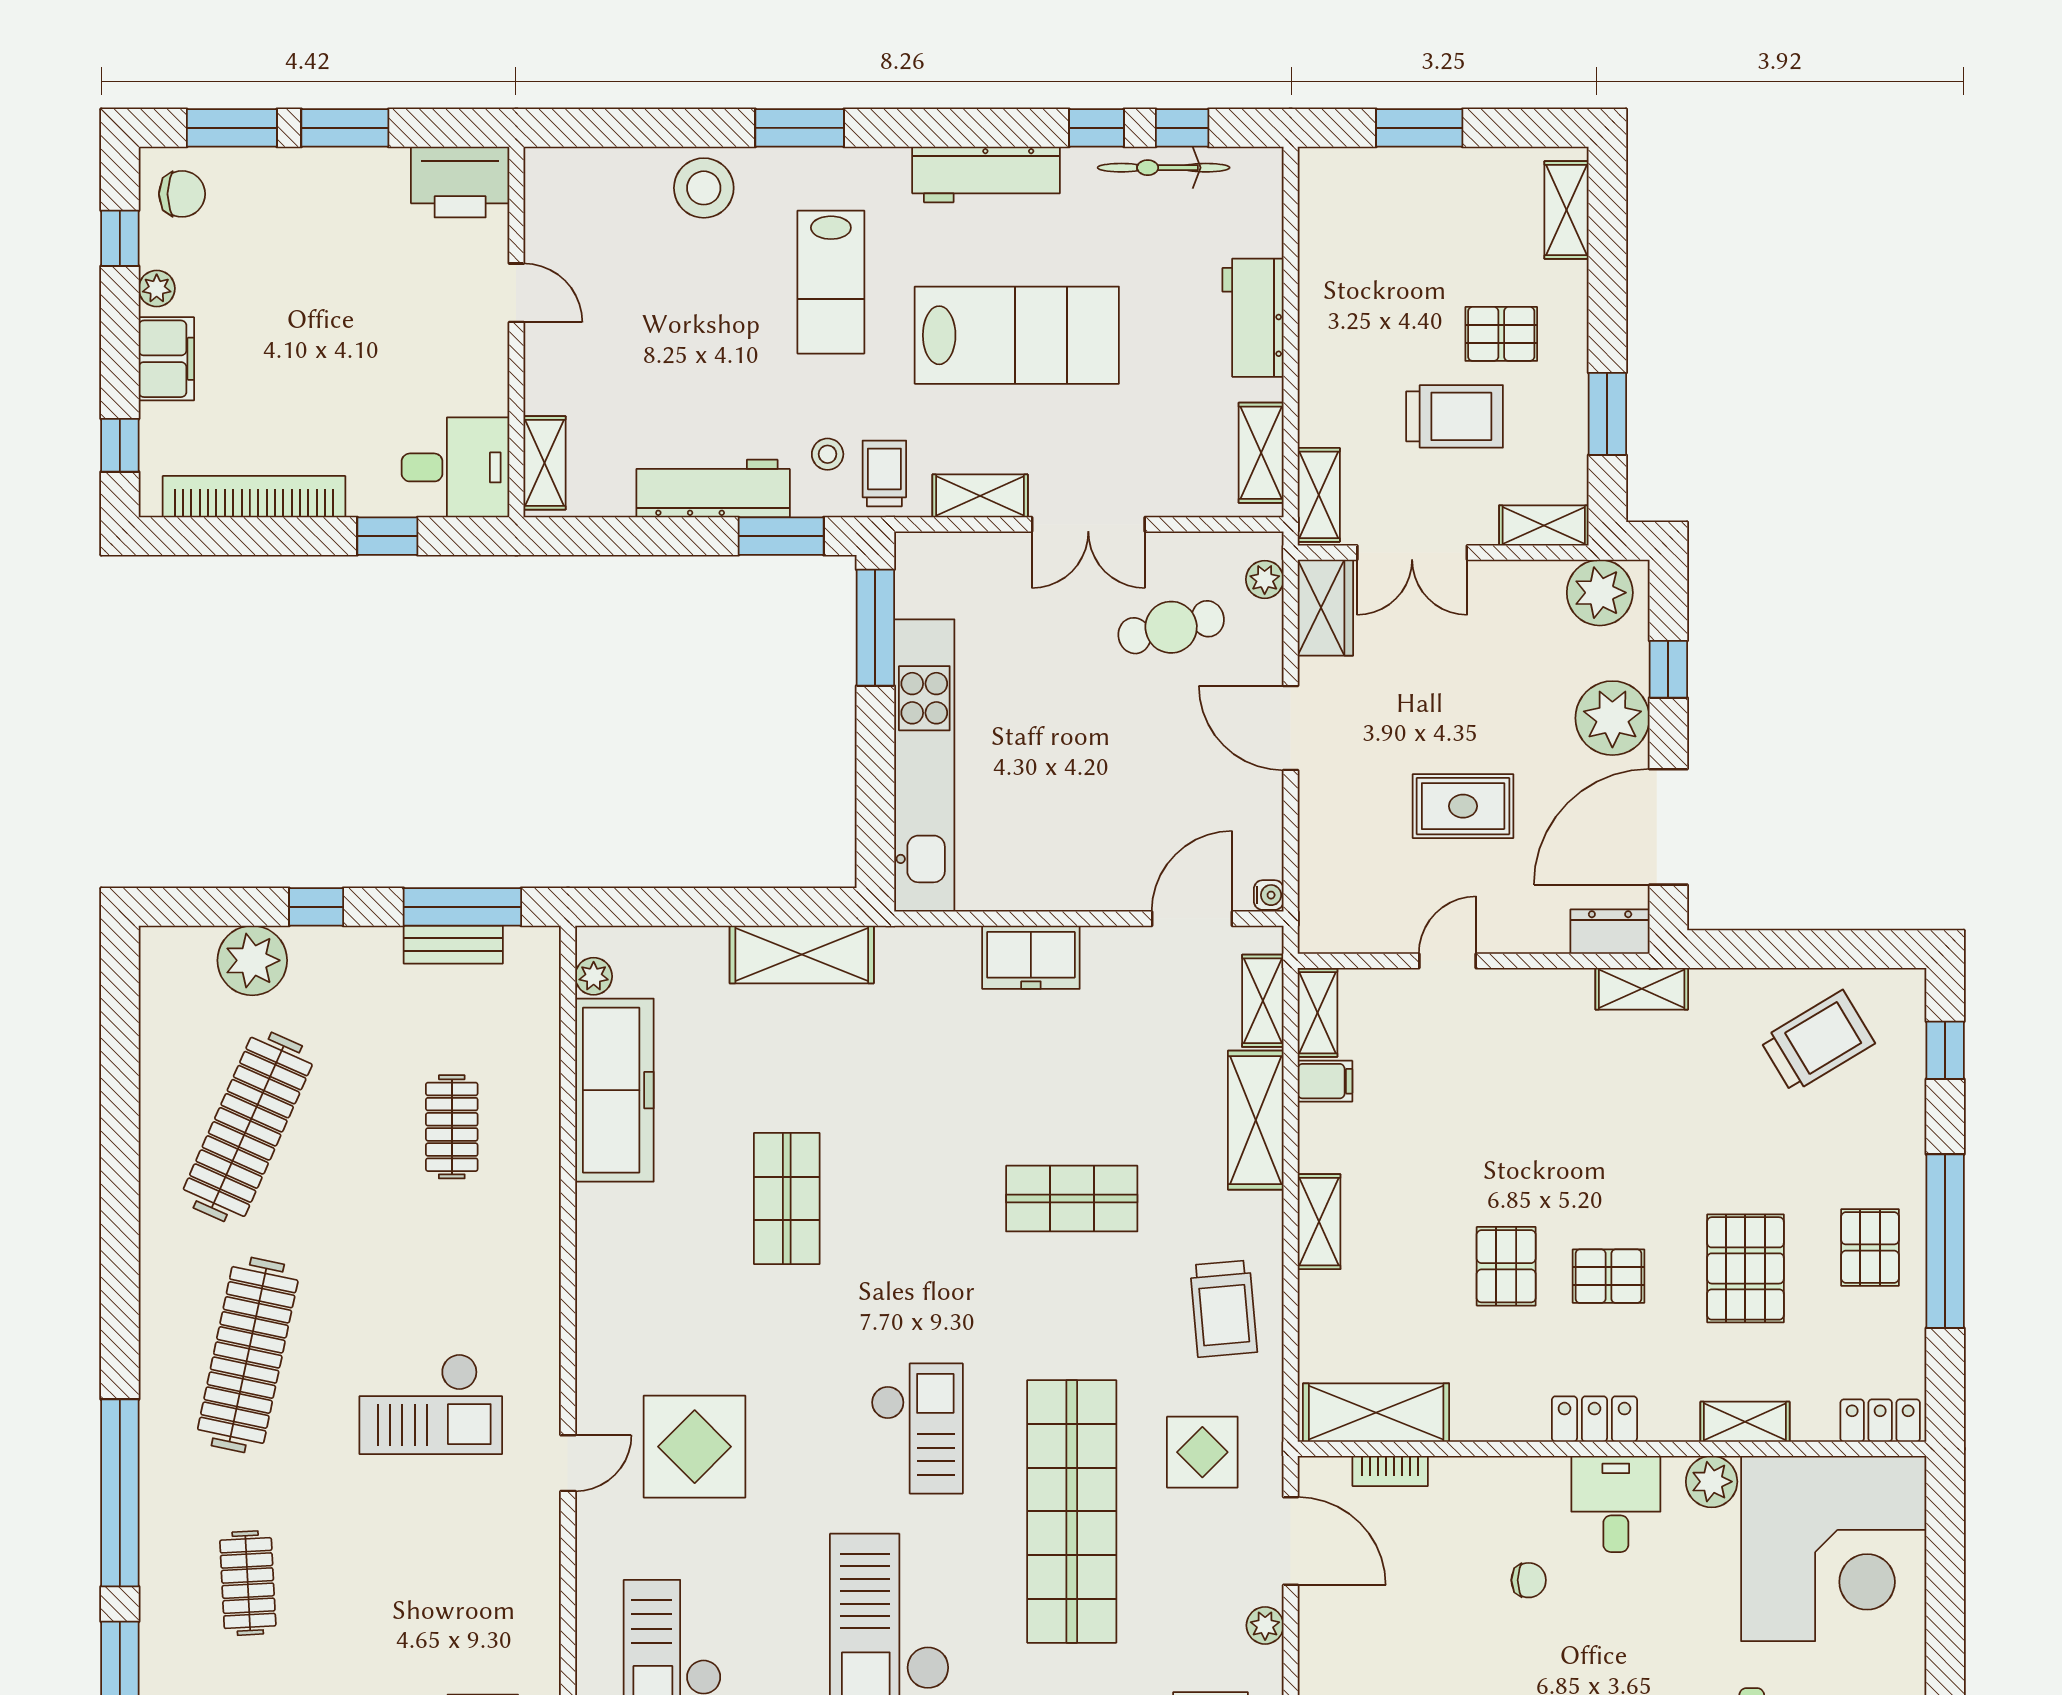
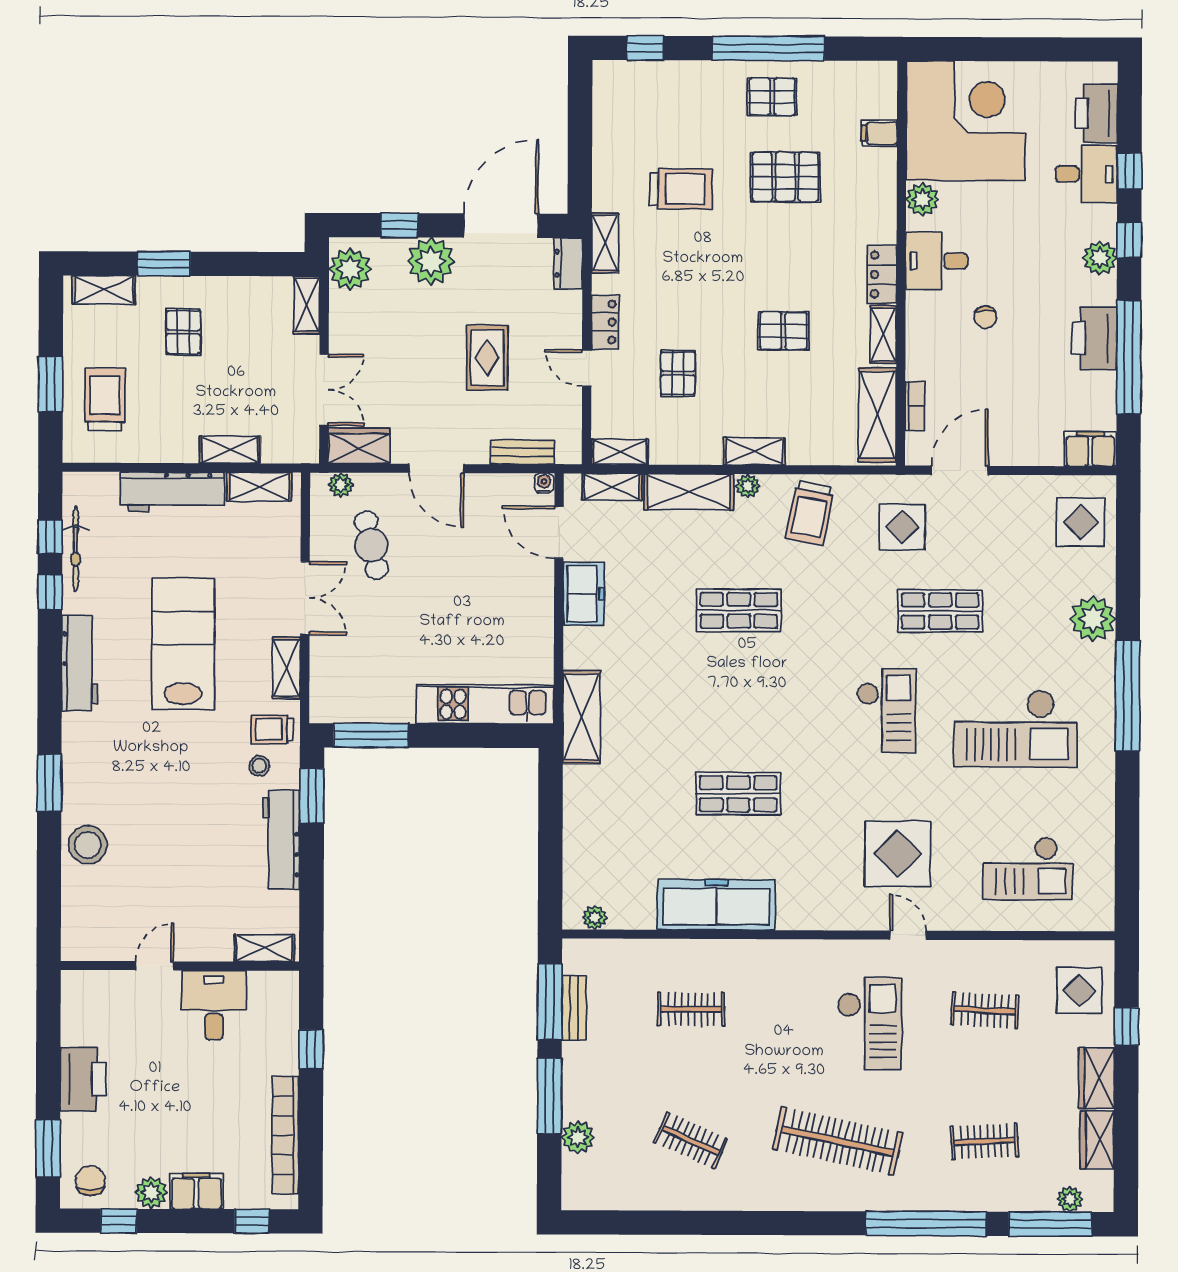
window: (345, 128) -> (48, 1076), removed
printer: (460, 182) -> (83, 1079), moved
lab bench: (831, 282) -> (148, 763), removed
plant: (157, 288) -> (151, 1193), width x1.38, depth x1.38
workbench: (1253, 318) -> (172, 492), width x1.37
window: (1607, 414) -> (164, 264), moved
trolley: (1455, 416) -> (105, 399), moved
desk: (455, 467) -> (214, 1005), moved
shelving: (1319, 495) -> (230, 450), moved
door: (1291, 728) -> (436, 468), hinge flipped
kitchen unit: (924, 765) -> (485, 704), width x0.73
door: (1668, 827) -> (501, 226), swing flipped
bench: (1316, 861) -> (522, 452), added
window: (316, 907) -> (549, 1096), width x2.17
shelving: (802, 954) -> (581, 717), moved
freezer: (1031, 957) -> (584, 594), moved
plant: (252, 960) -> (578, 1137), width x0.73, depth x0.73
trolley: (1817, 1041) -> (681, 189), moved, turned 121
filing cabinet: (1325, 1081) -> (879, 133), moved, turned -90
freezer: (614, 1090) -> (716, 905), moved
clothes rail: (248, 1127) -> (691, 1140), width x0.54, depth x0.76
shop shelf: (1072, 1199) -> (739, 610), turned 90
pallet: (1608, 1276) -> (678, 373), moved
trolley: (1224, 1309) -> (810, 513), turned 106
locker: (1880, 1421) -> (605, 322), moved, turned 180
shelving: (1745, 1422) -> (883, 335), moved
checkout: (917, 1428) -> (886, 710), turned 90
shop shelf: (1072, 1511) -> (940, 611), width x0.50, depth x0.74
chair: (1529, 1580) -> (985, 317), turned 180
clothes rail: (452, 1583) -> (985, 1010), added
plant: (1265, 1625) -> (748, 486), moved

